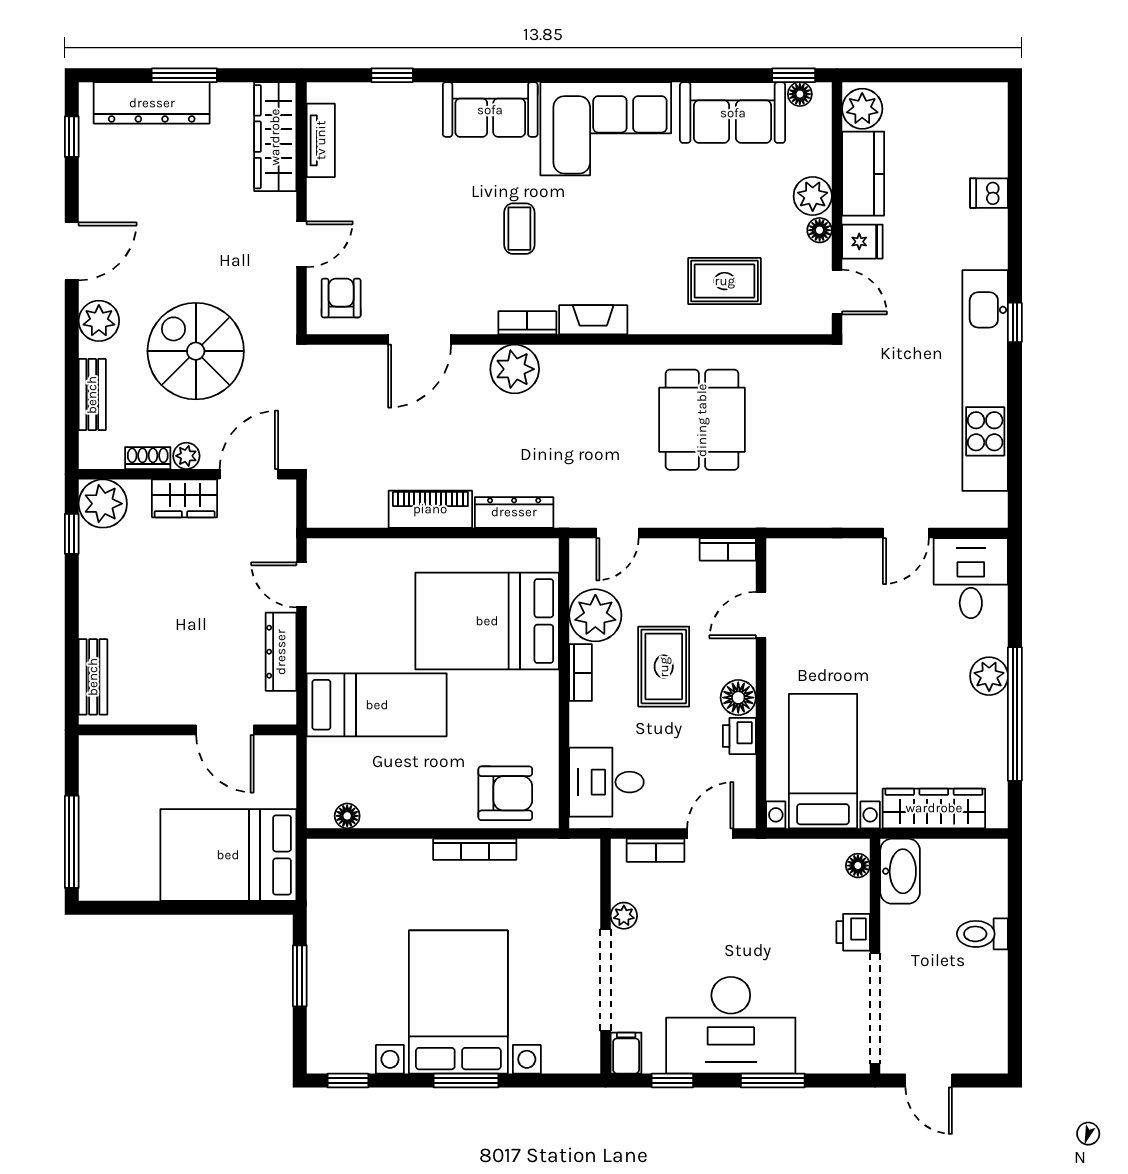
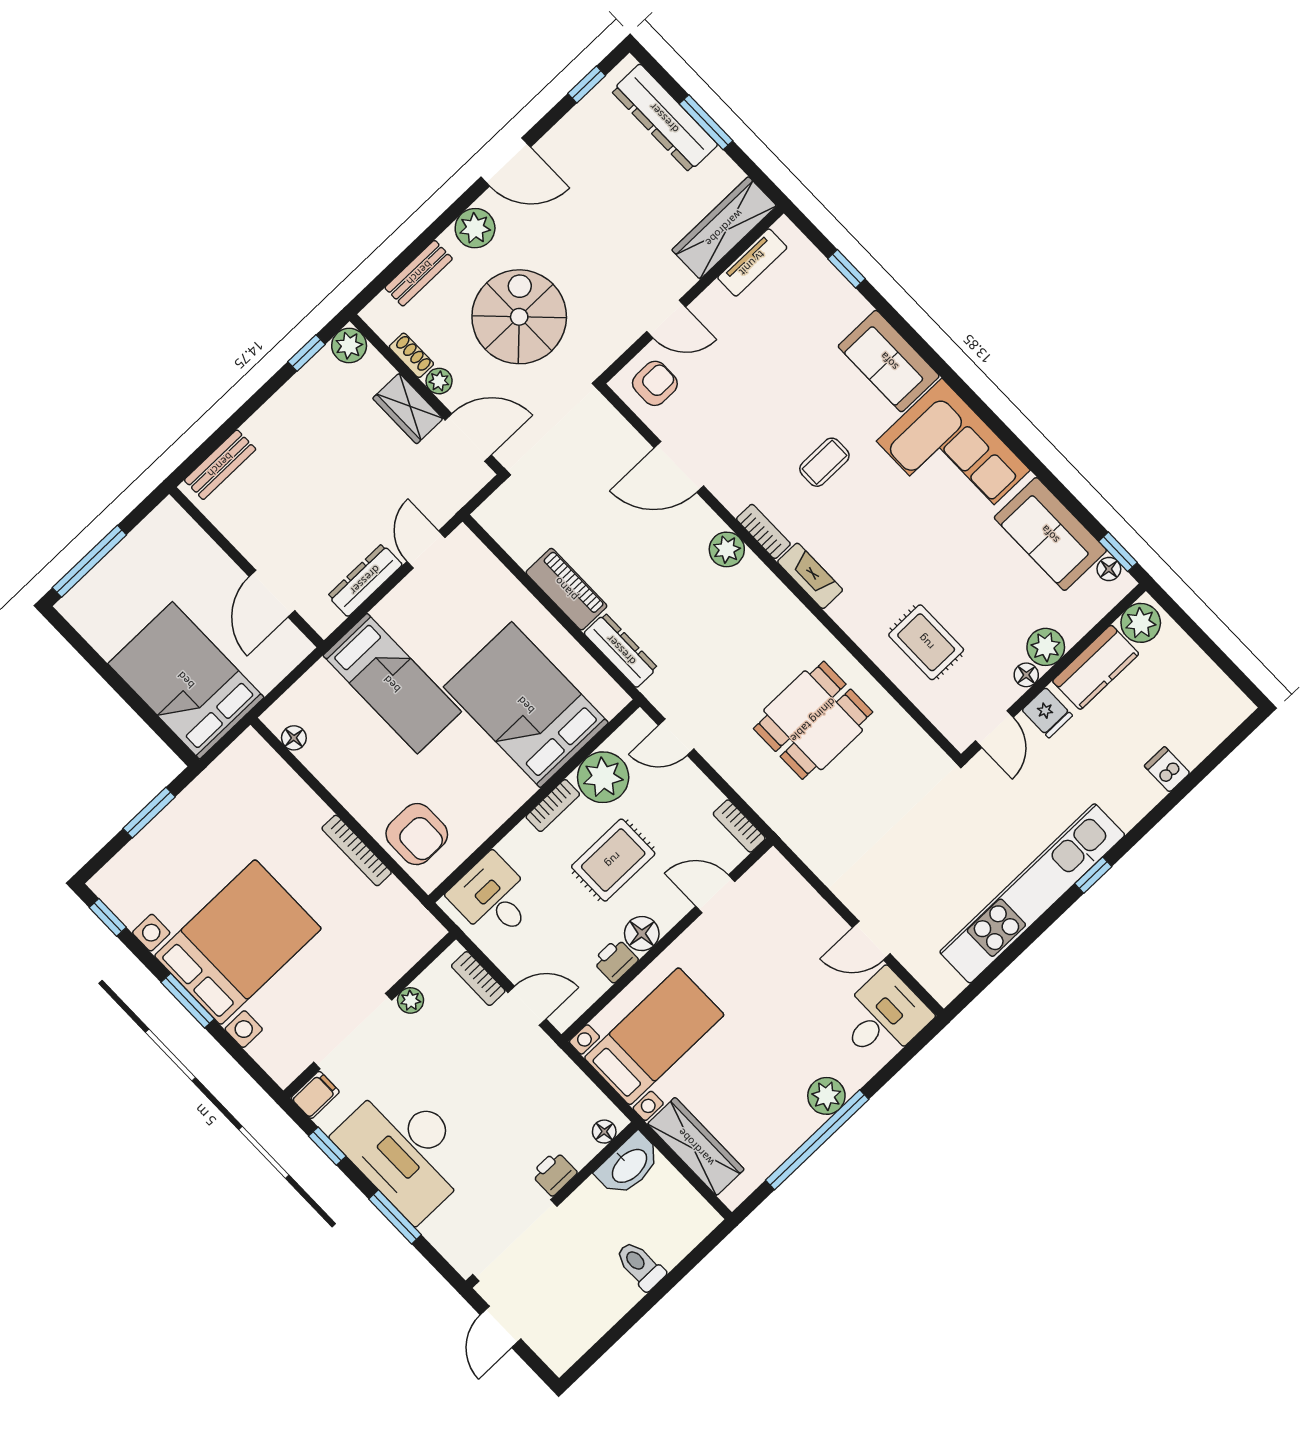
plant: (515, 369) -> (727, 549), width x0.73, depth x0.73
plant: (103, 504) -> (349, 346), width x0.73, depth x0.73

